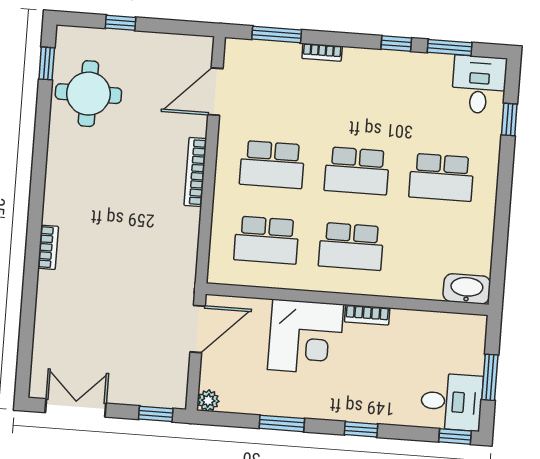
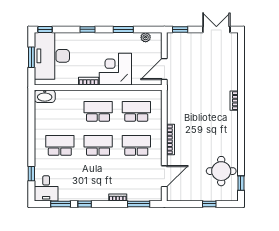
plant: (208, 401) -> (146, 37), moved
desk: (451, 402) -> (52, 56), width x1.87, depth x1.30
double door: (76, 408) -> (216, 29), swing flipped

